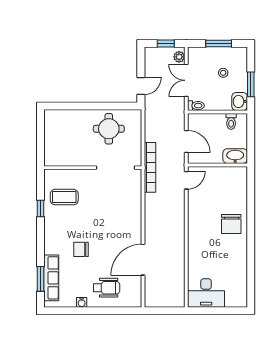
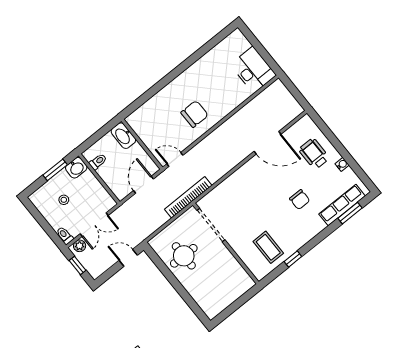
window: (219, 43) -> (43, 223), removed
toilet: (196, 106) -> (65, 236), moved
chair: (231, 224) -> (195, 114), moved

